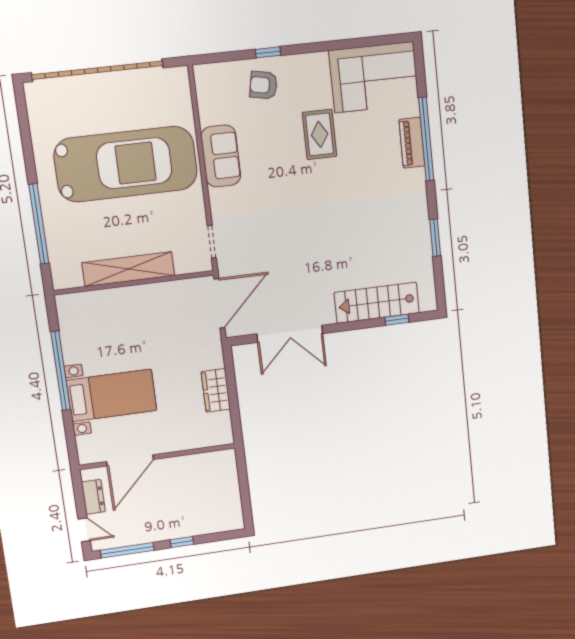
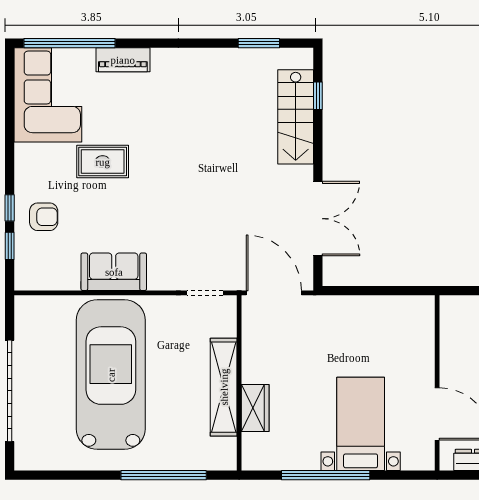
window: (233, 56) -> (10, 246), added
garage door: (98, 70) -> (10, 391), width x0.73
armchair: (263, 85) -> (44, 217), turned -101
window: (426, 139) -> (69, 43), moved
window: (435, 238) -> (259, 43), moved
wardrobe: (216, 390) -> (255, 408), moved, turned -90

